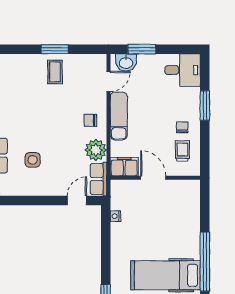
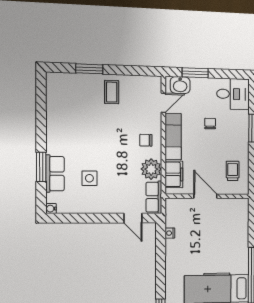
window: (55, 49) -> (89, 69), moved
chair: (182, 127) -> (210, 124), moved
filing cabinet: (124, 167) -> (174, 174), moved, turned 90
door: (77, 200) -> (133, 218), swing flipped

